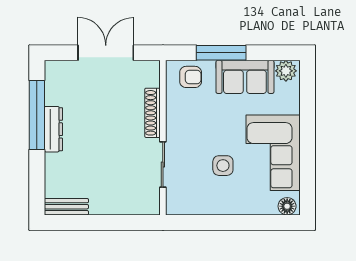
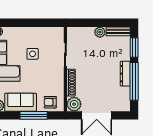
plant: (147, 73) -> (74, 104), added
window: (37, 177) -> (134, 47), added
plant: (100, 205) -> (100, 32), added

